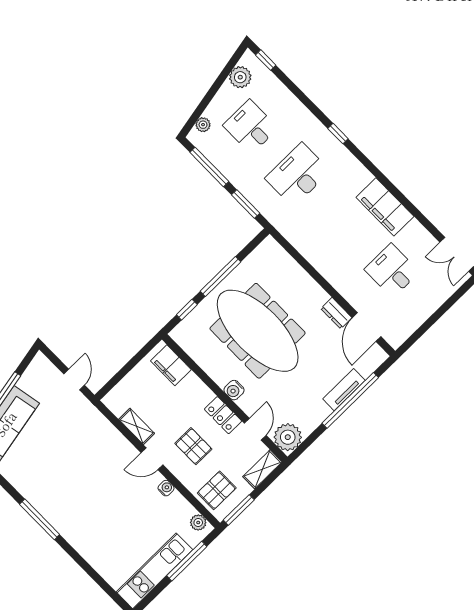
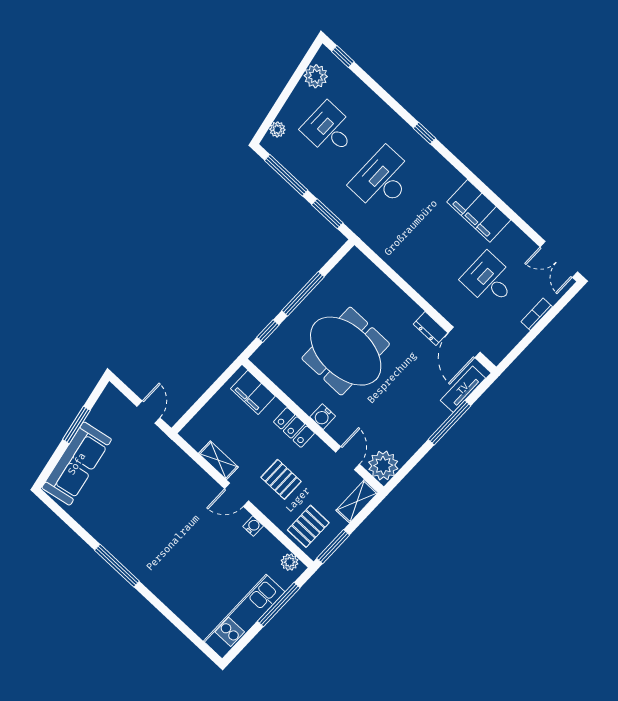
bookcase: (434, 304) -> (537, 314), added
meeting table: (258, 331) -> (346, 351), width x0.73
tv unit: (344, 390) -> (463, 389), moved
window: (350, 400) -> (450, 423), width x0.68
locker: (223, 415) -> (294, 427), moved

